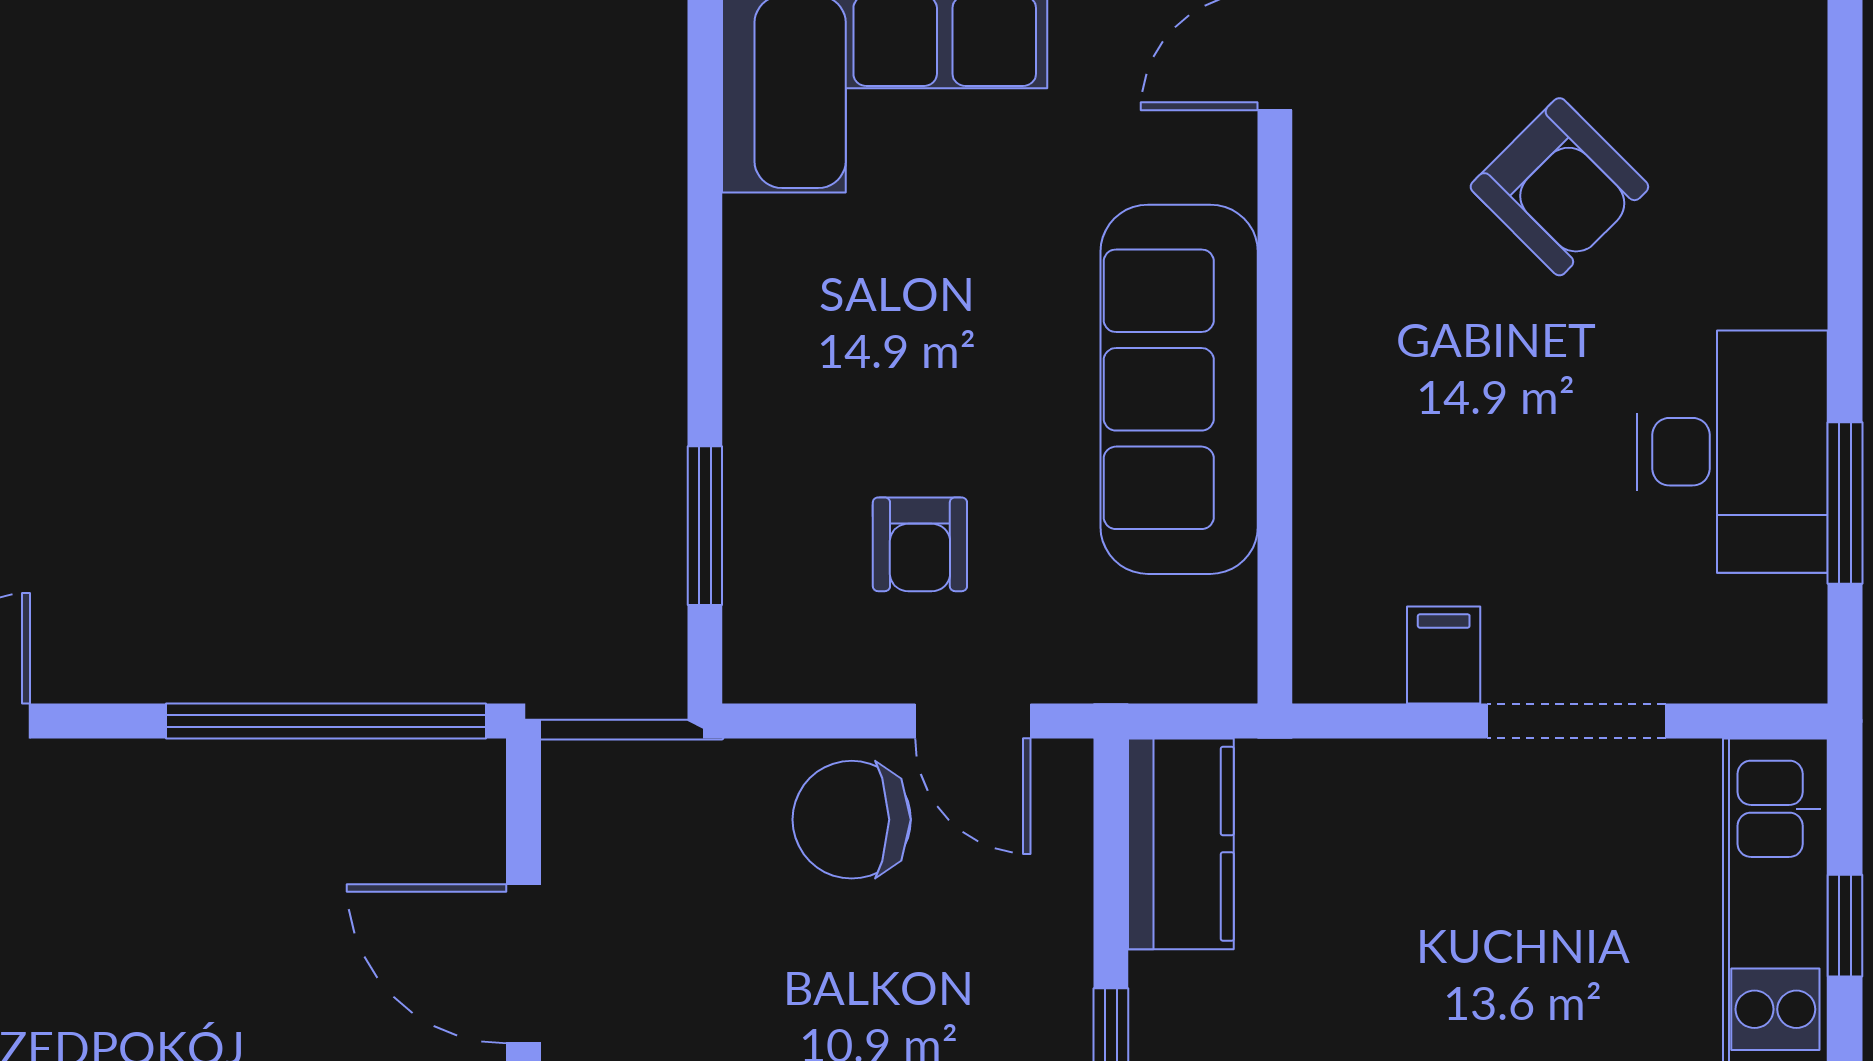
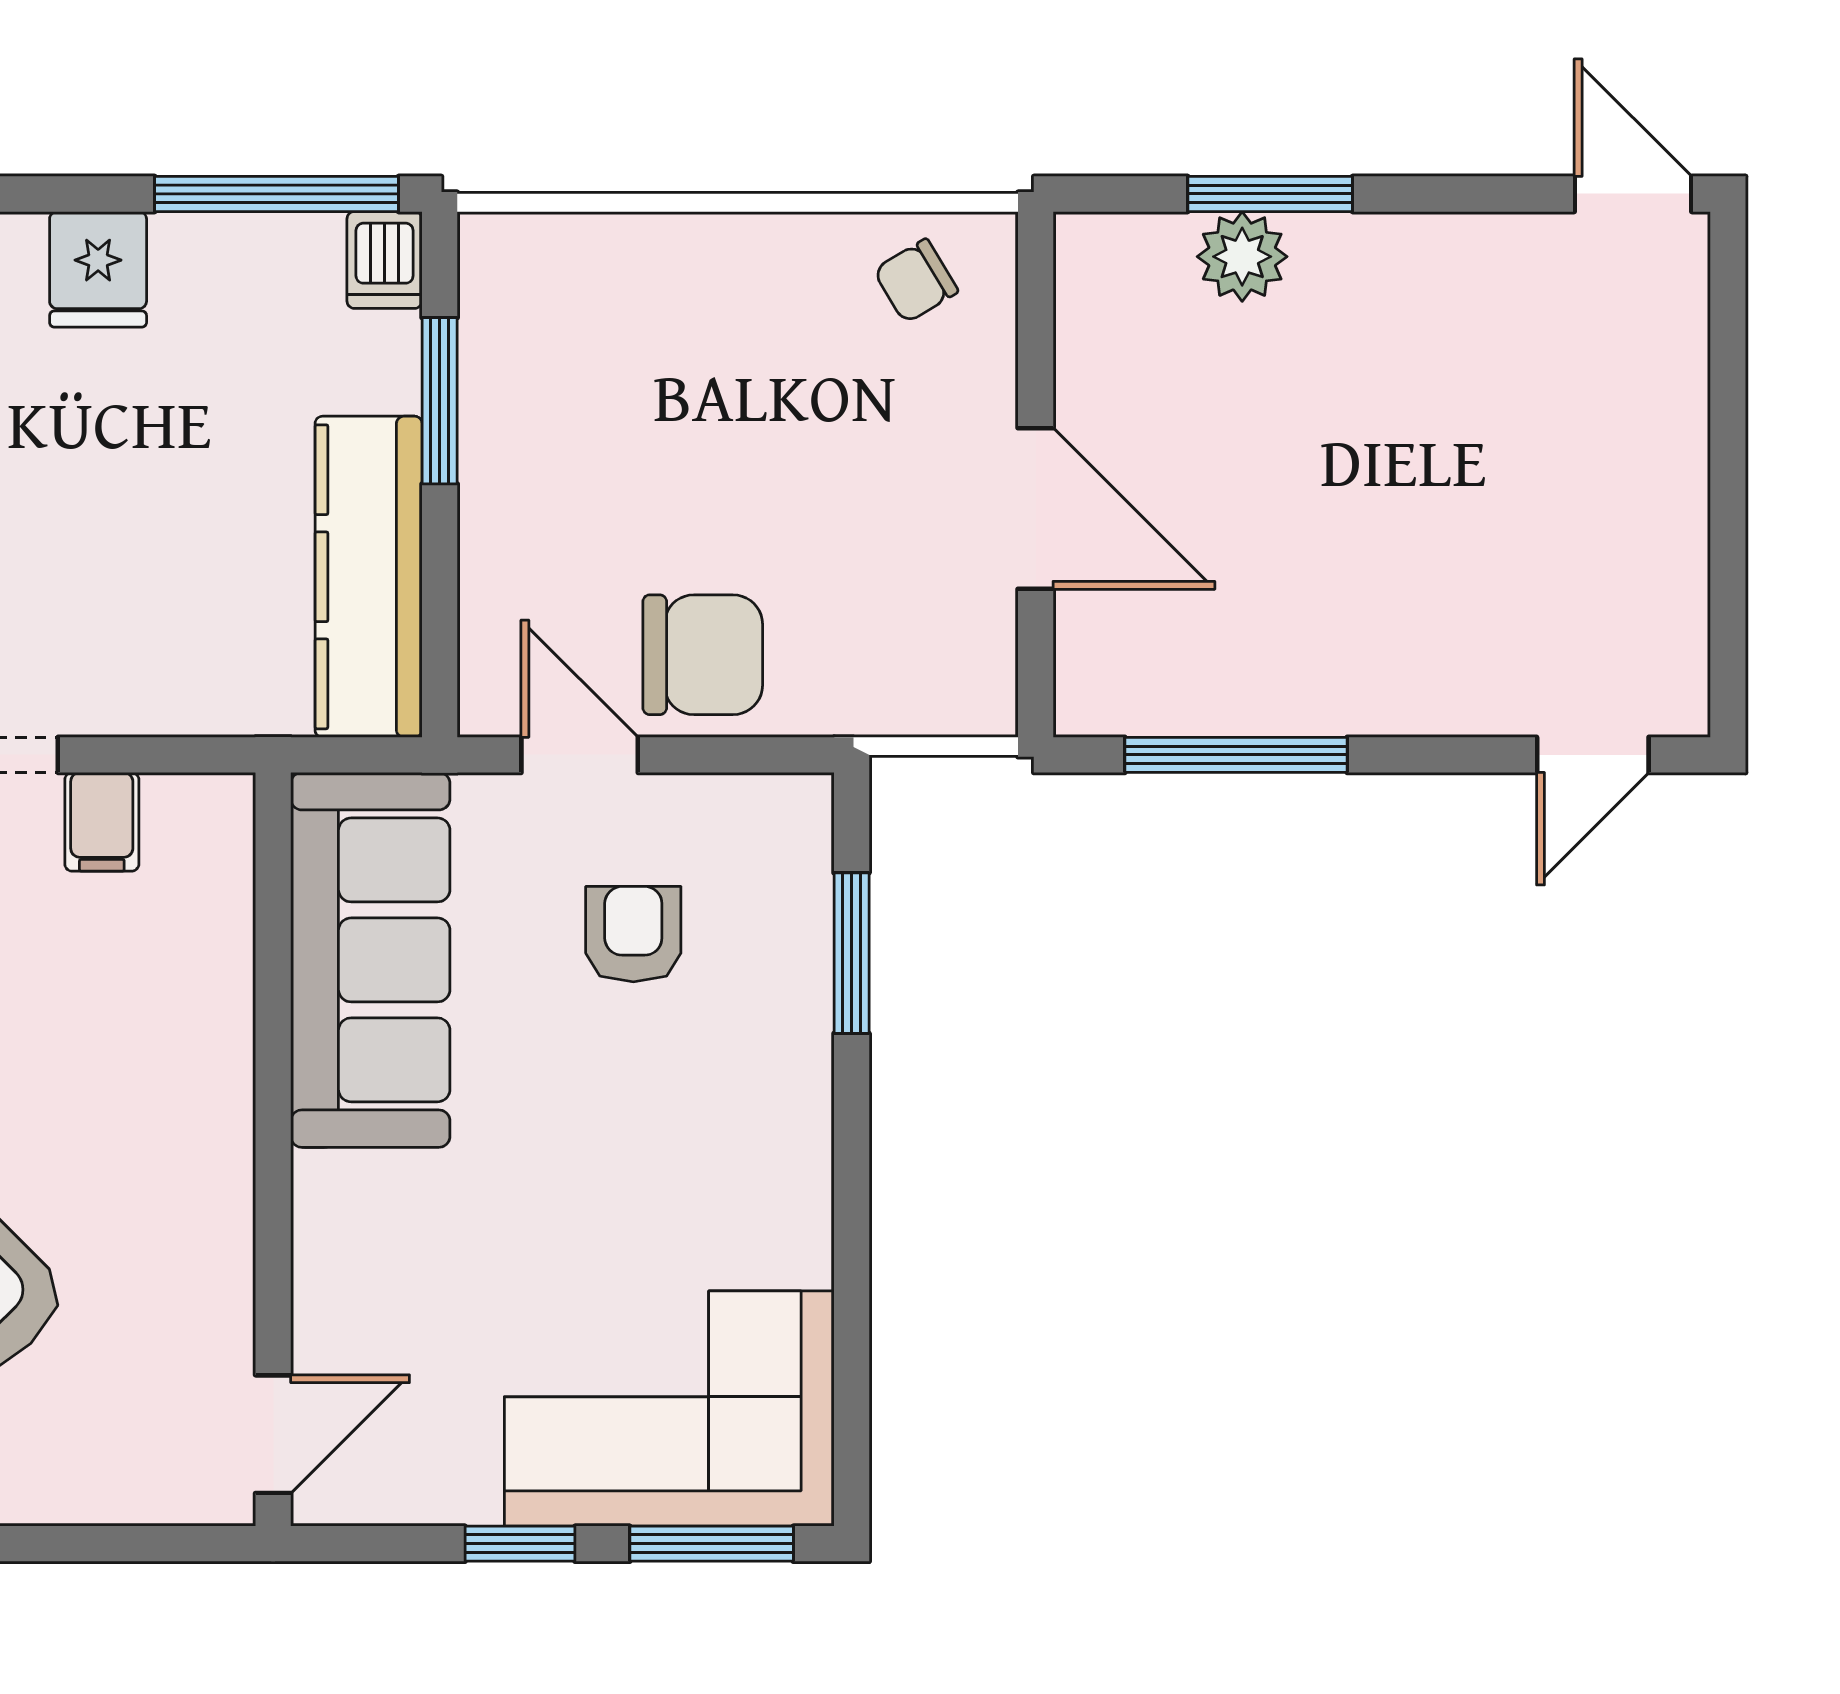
sofa: (1179, 389) -> (370, 960), moved
window: (326, 721) -> (1236, 755), width x0.68
kitchen counter: (1181, 844) -> (369, 577), width x1.50

